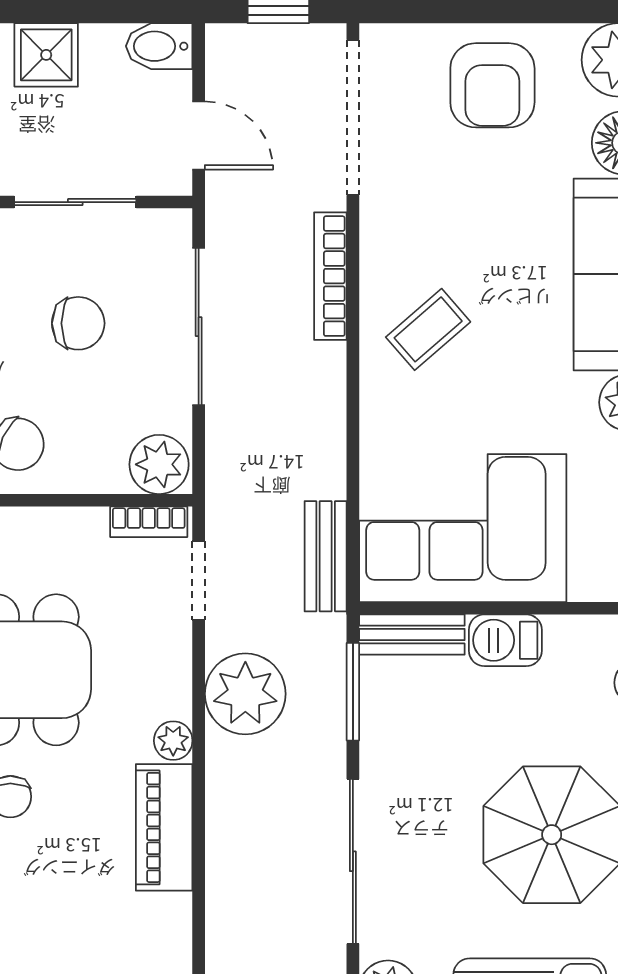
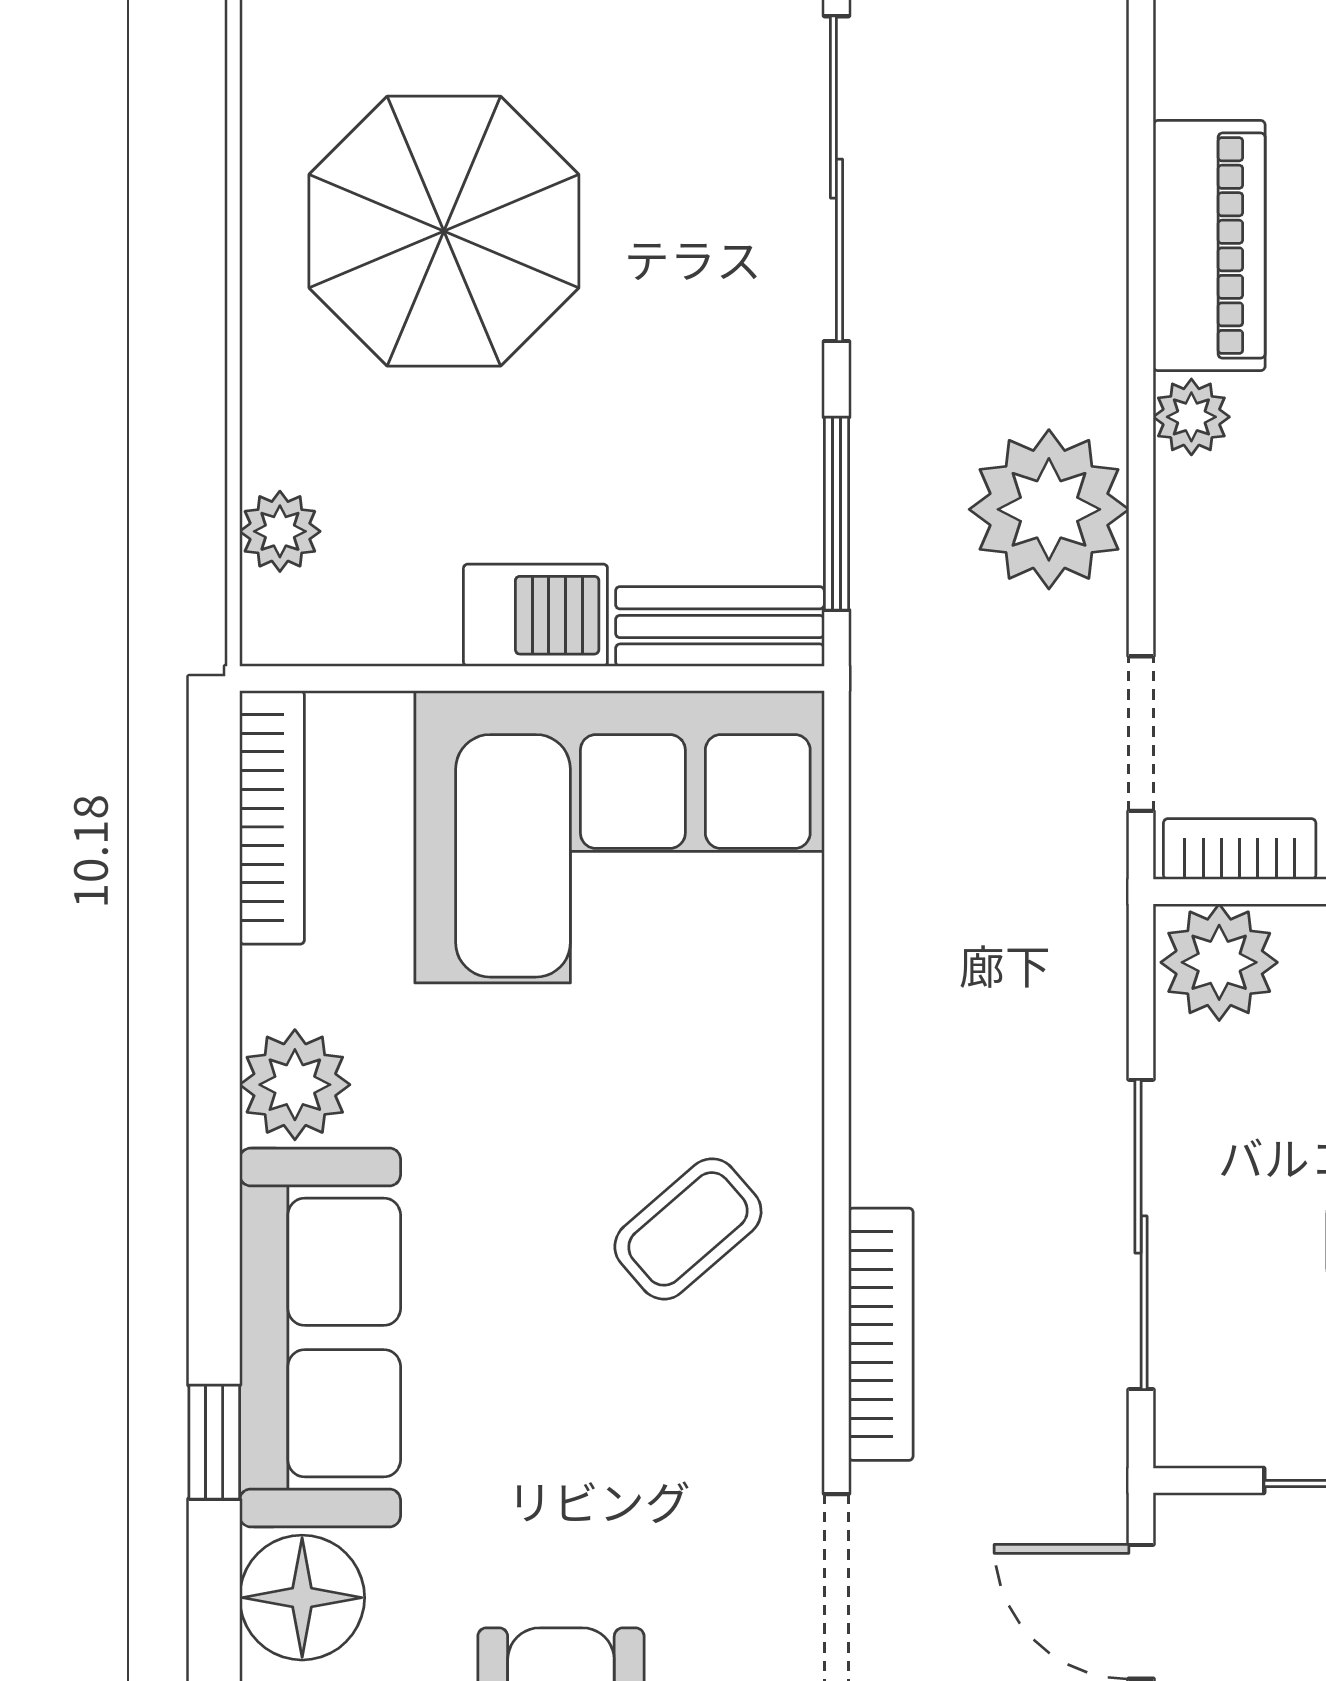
bench: (326, 556) -> (890, 781), removed

